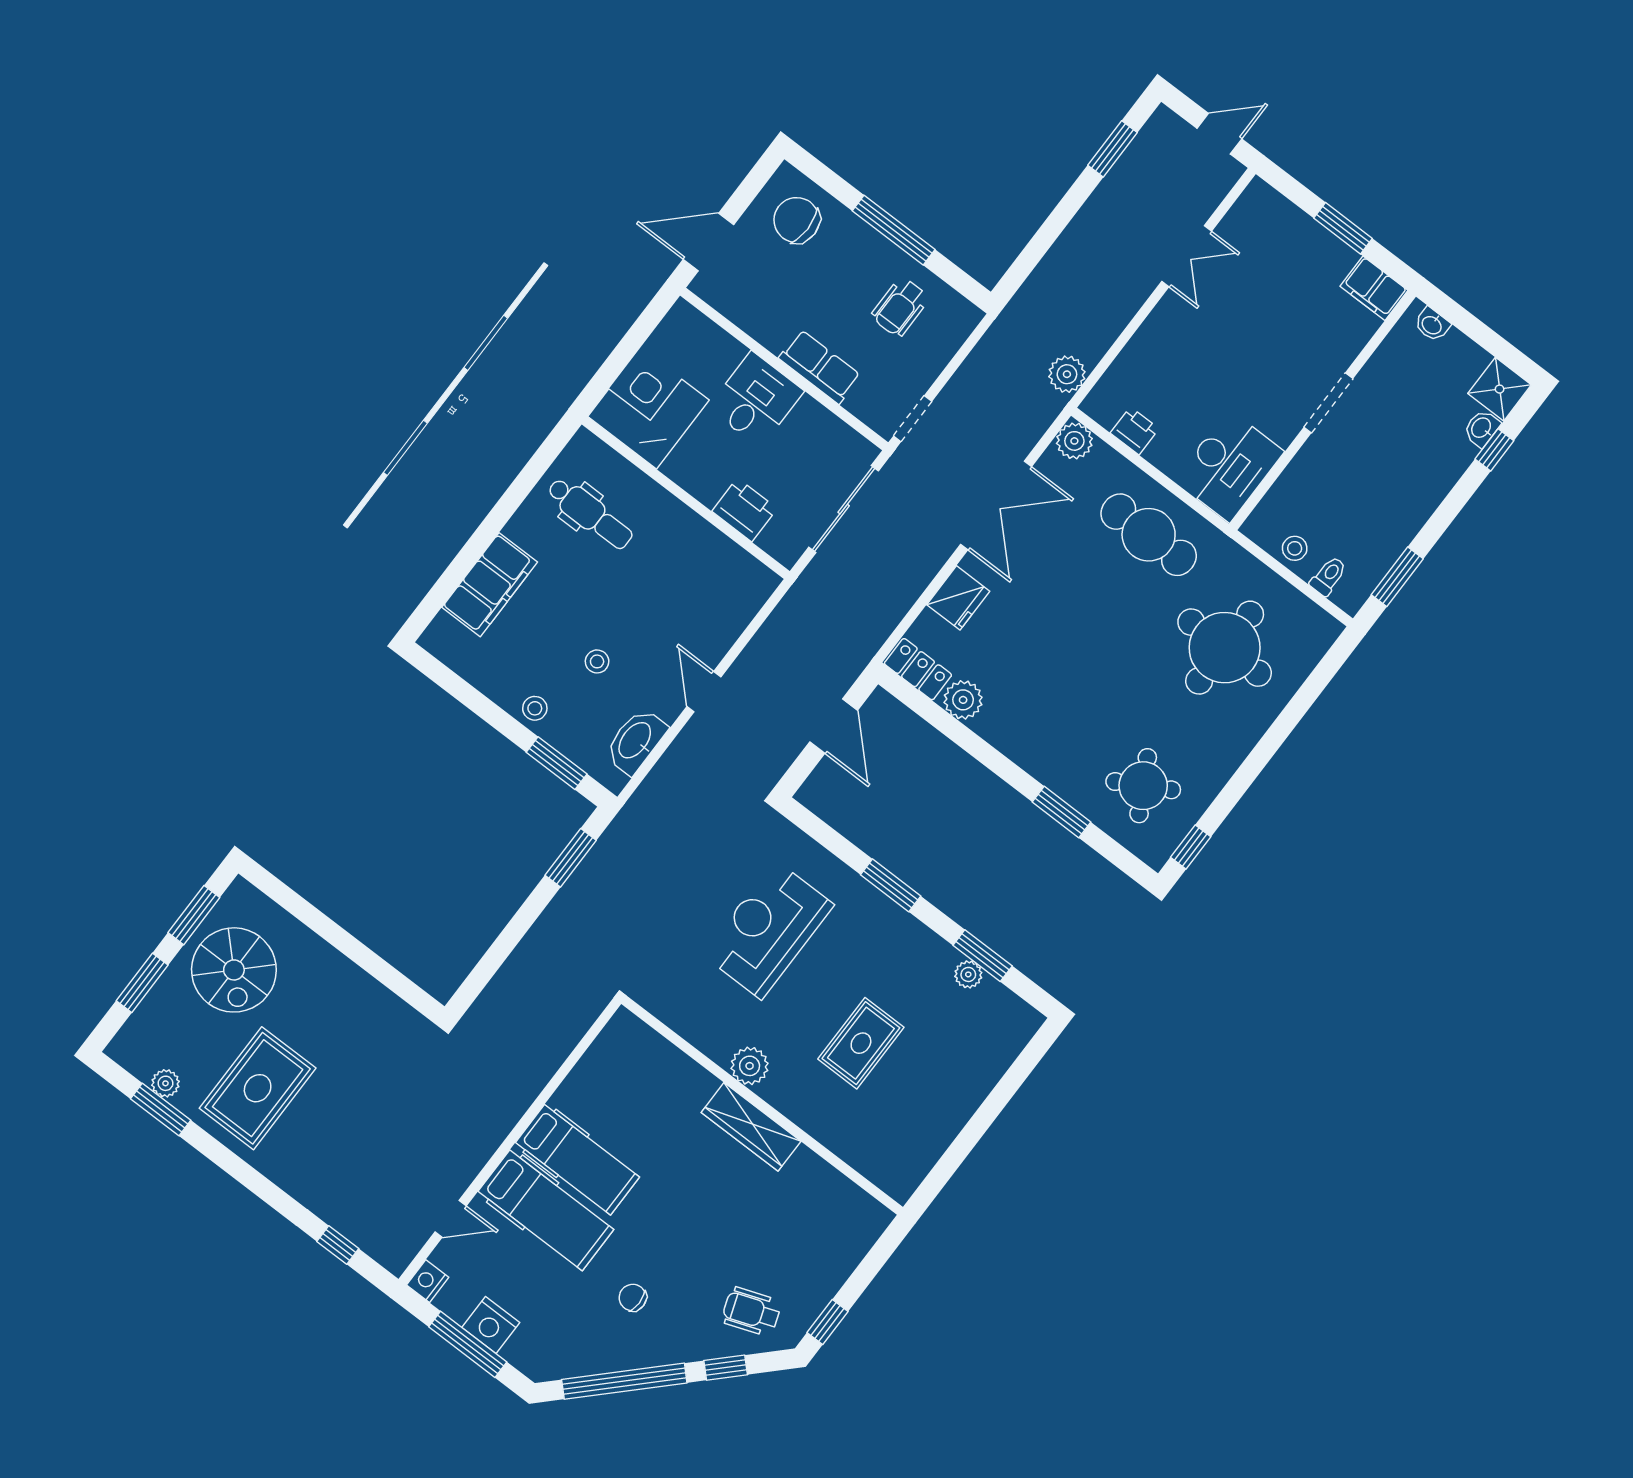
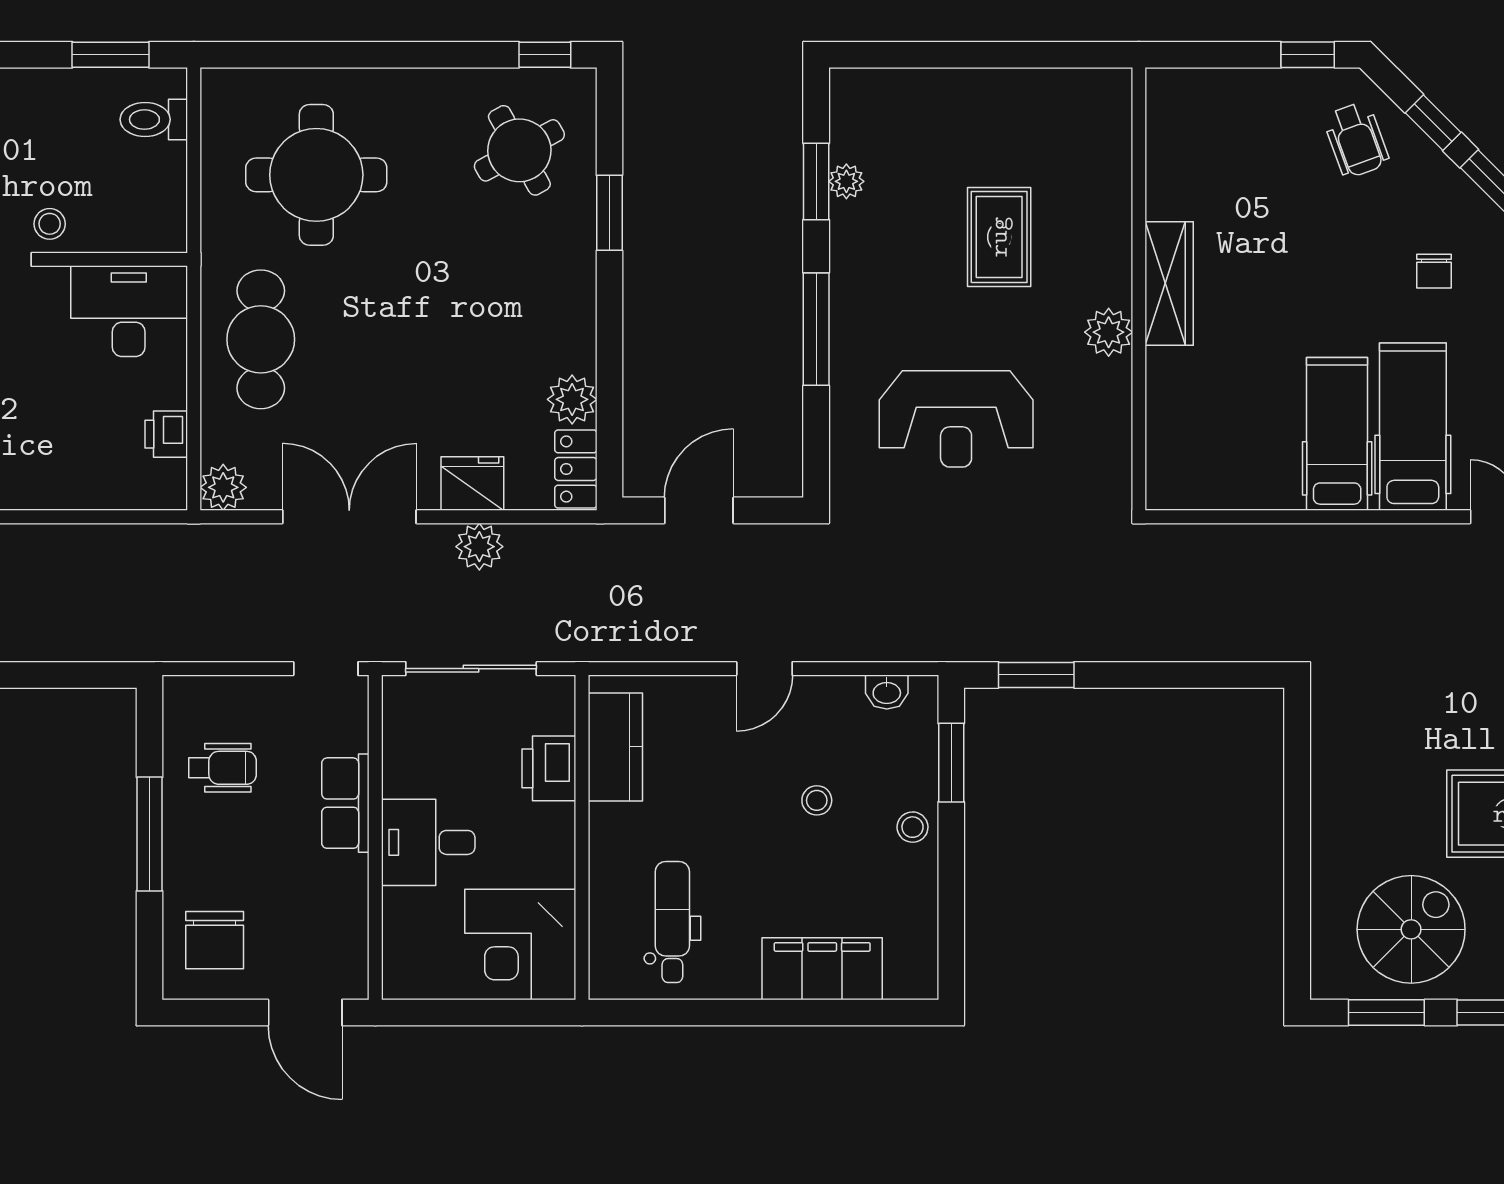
plant: (1067, 374) -> (479, 547), moved
stool: (1295, 548) -> (50, 224), moved
kitchen counter: (726, 562) -> (615, 747), added
toilet: (1328, 576) -> (154, 120), width x1.37, depth x1.39
washbasin: (636, 741) -> (887, 692), width x0.52, depth x0.69
window: (891, 885) -> (816, 329), width x1.44
rug: (861, 1043) -> (999, 237), turned 90

